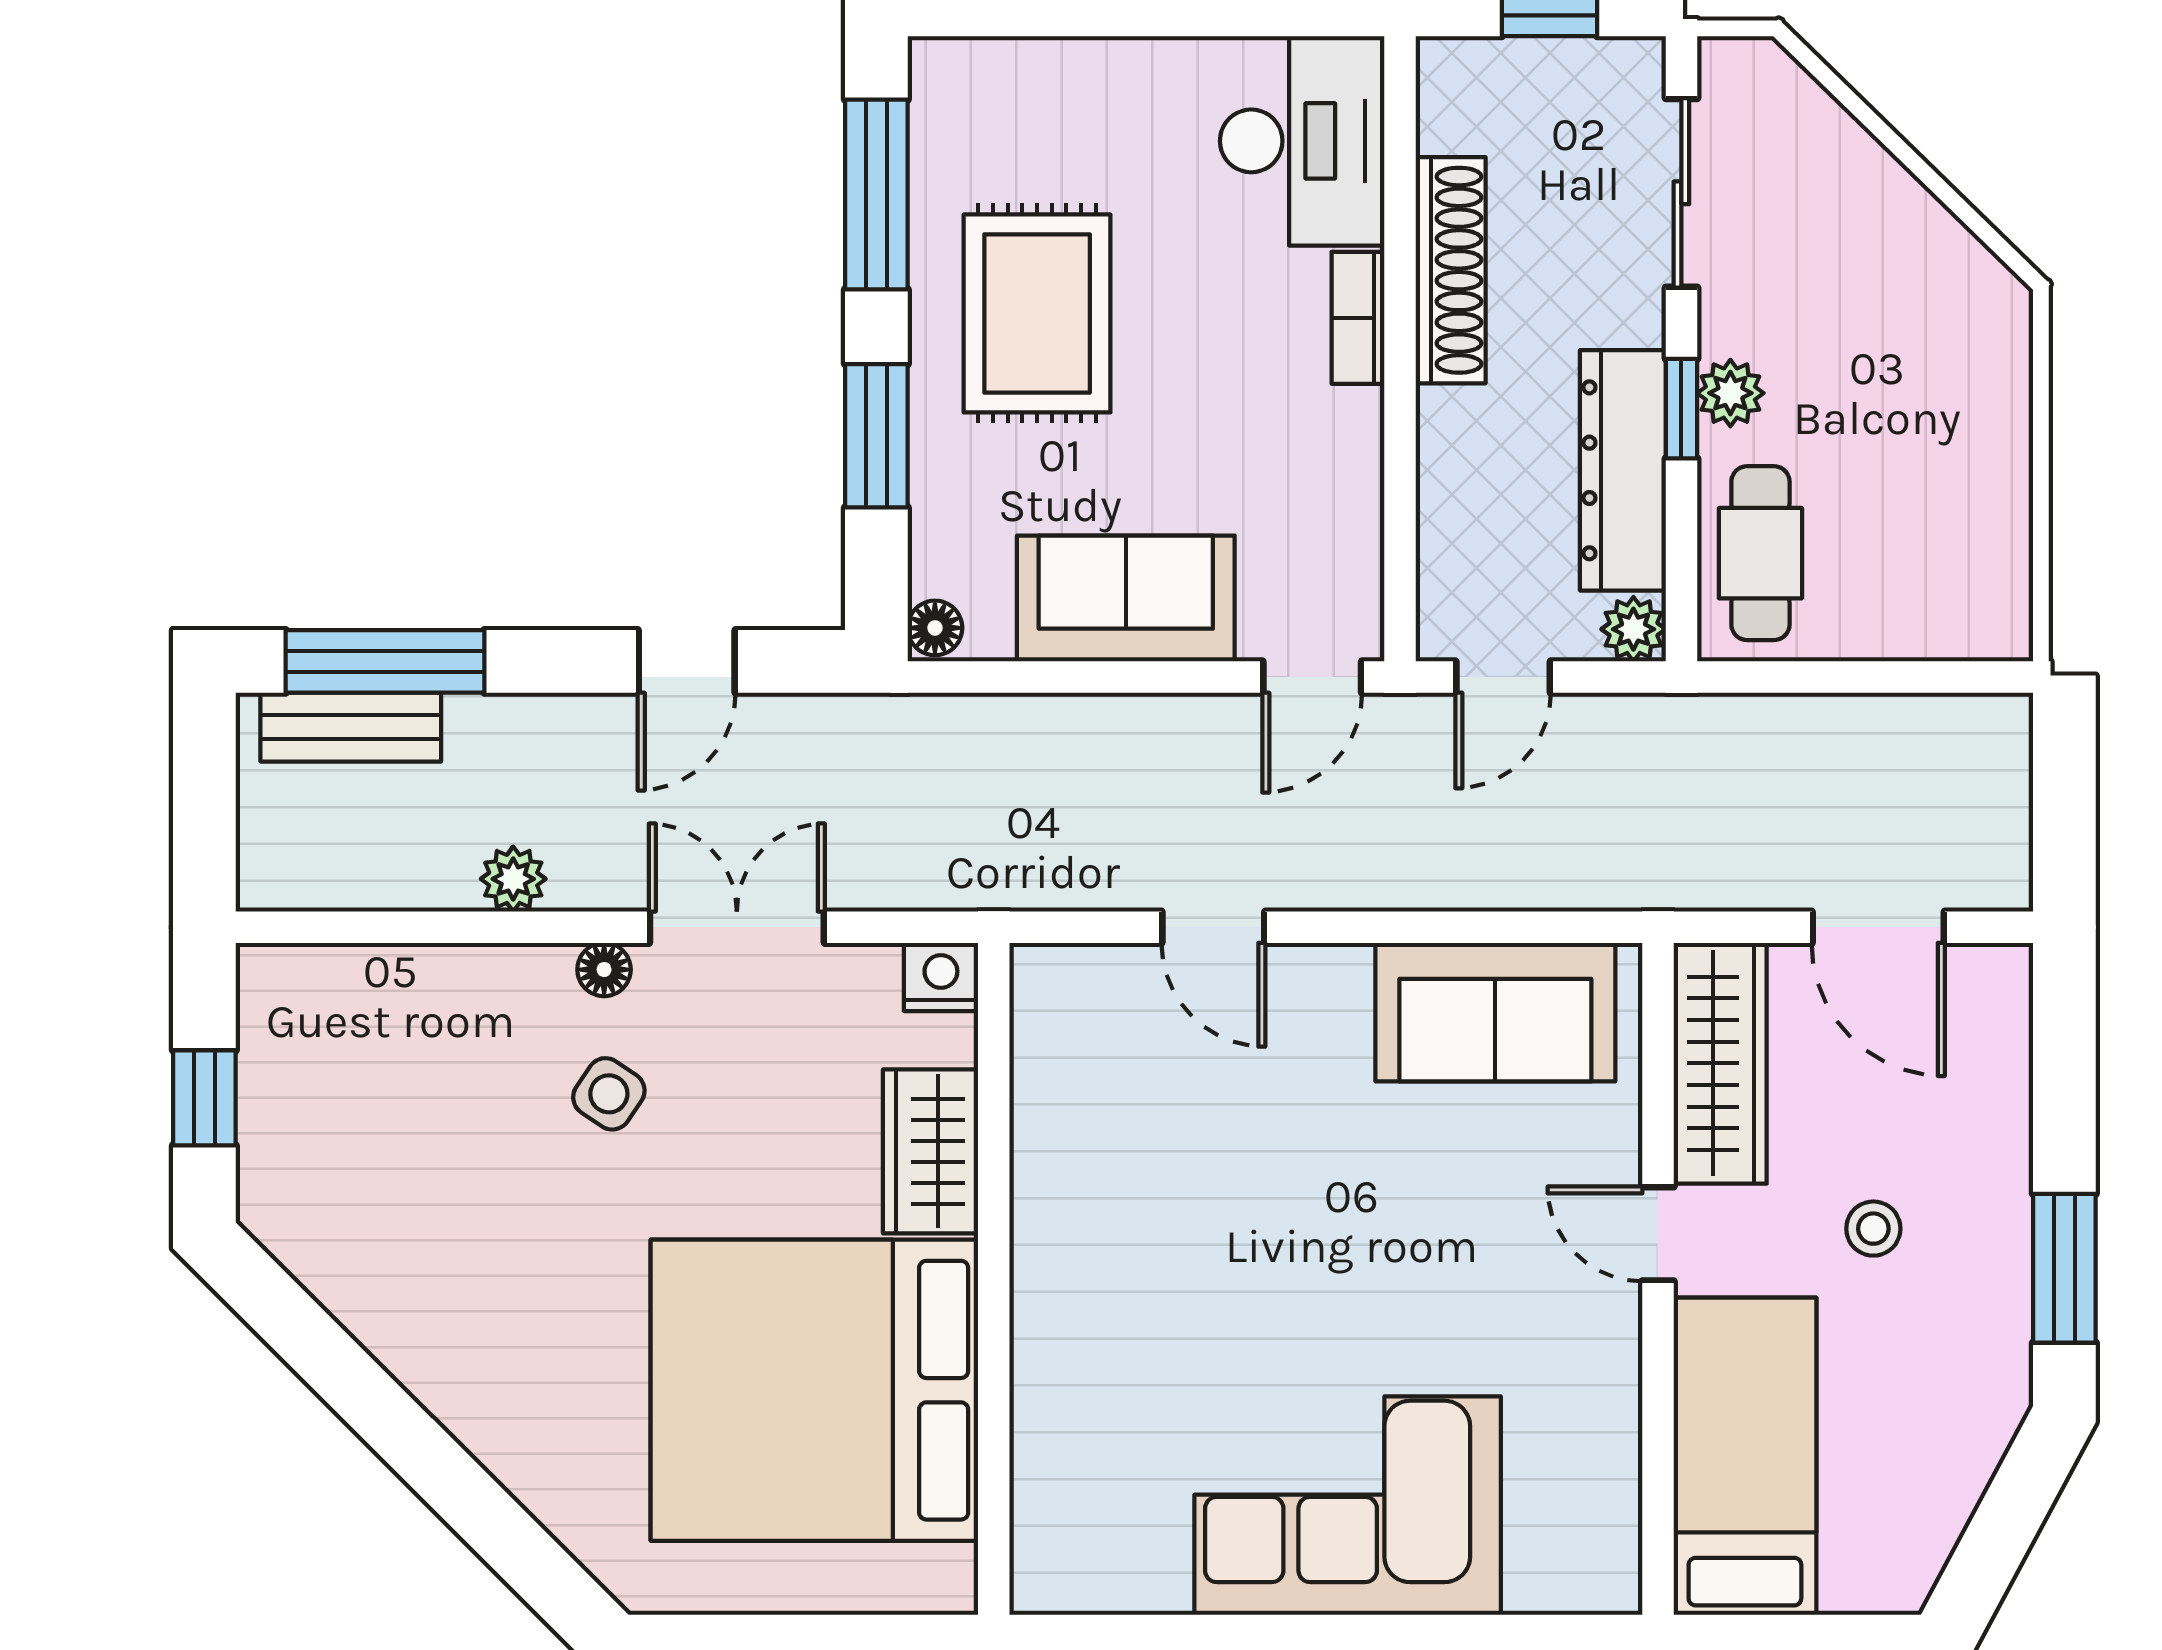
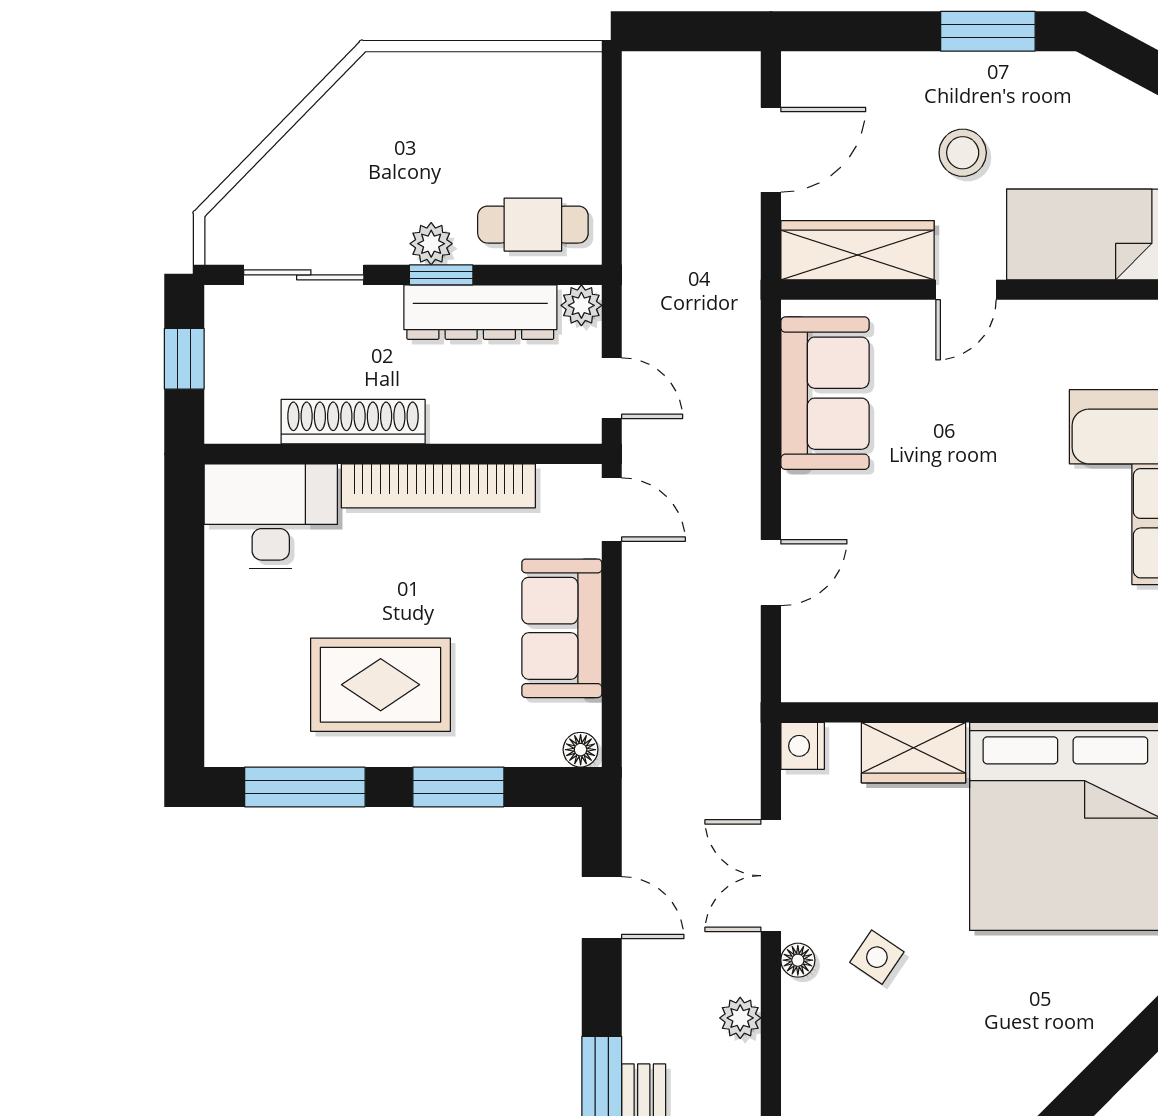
bookcase: (1358, 318) -> (438, 486), width x2.31, depth x1.31
stool: (1873, 1229) -> (963, 153), width x1.37, depth x1.37

